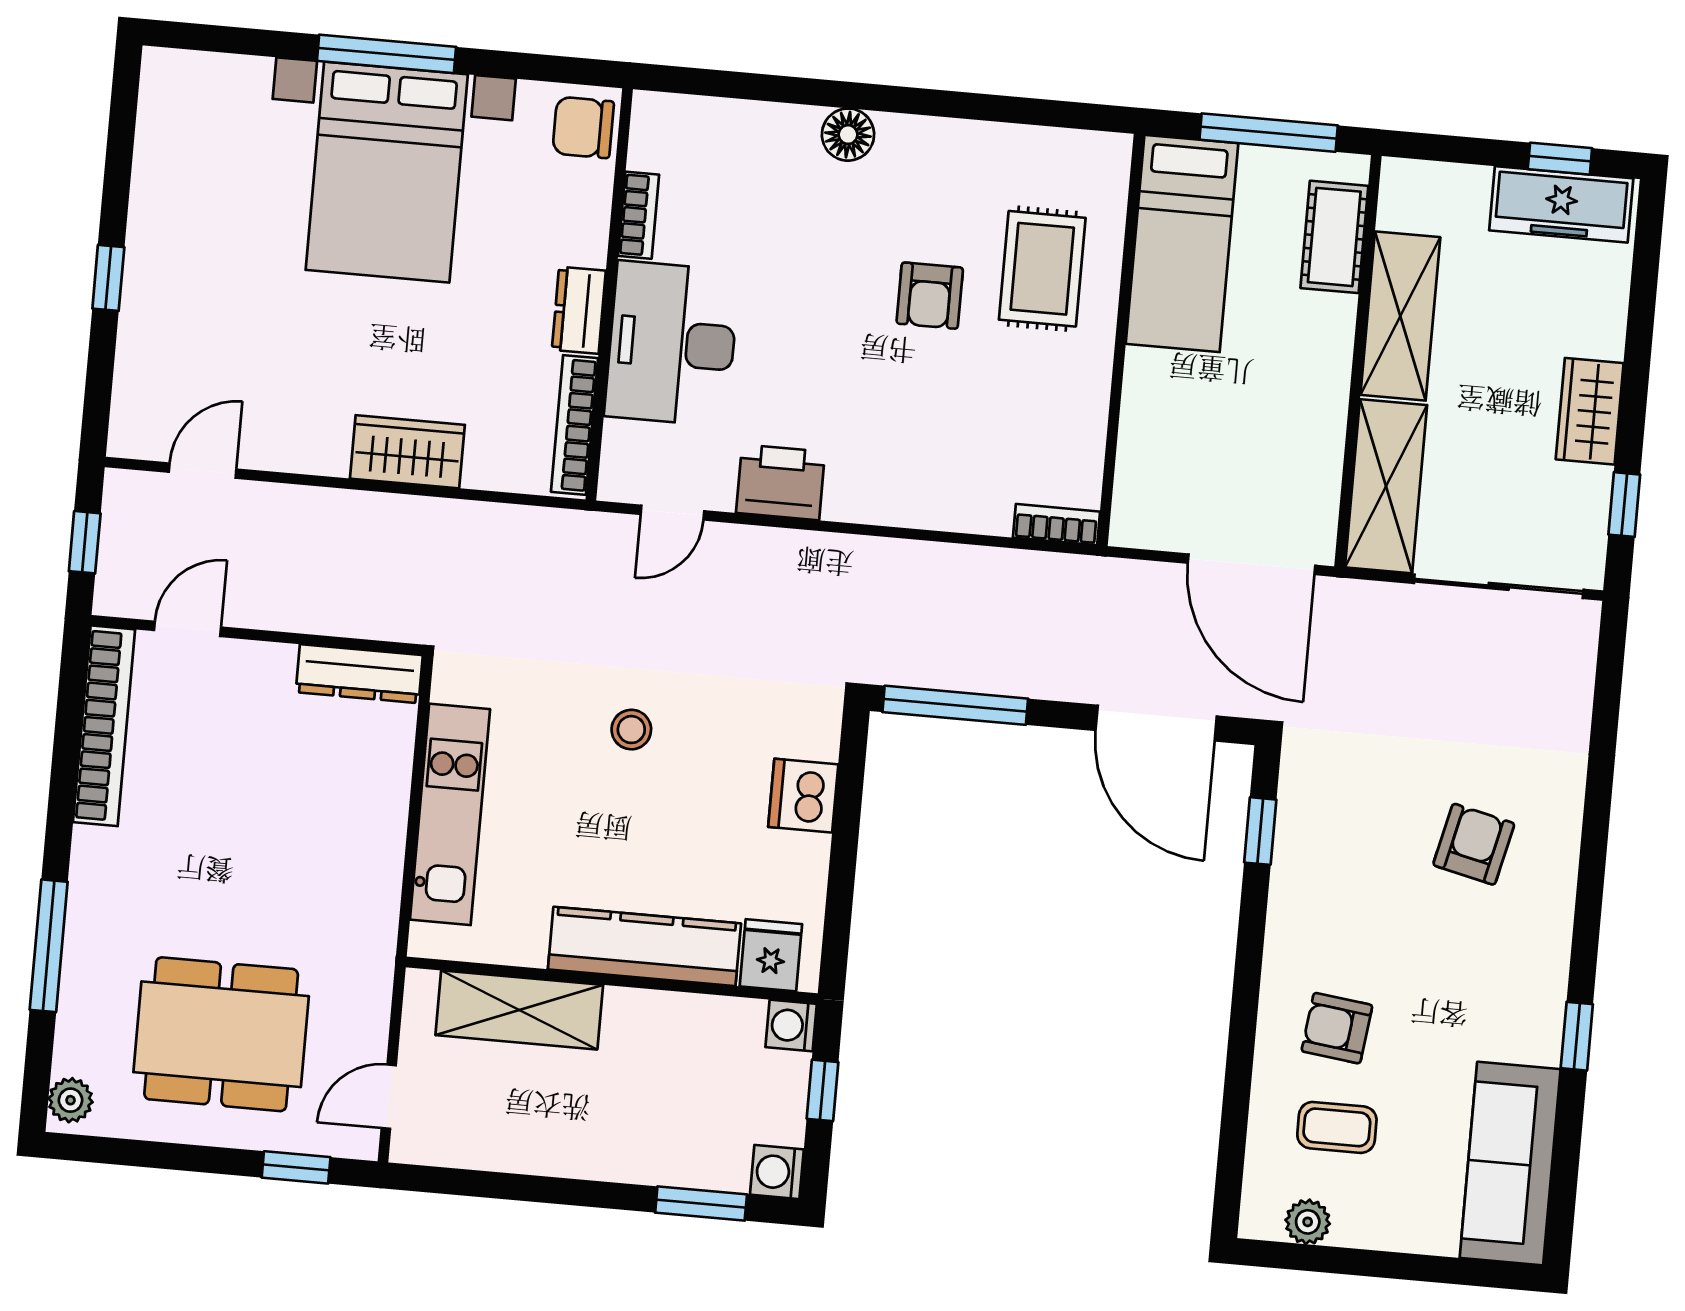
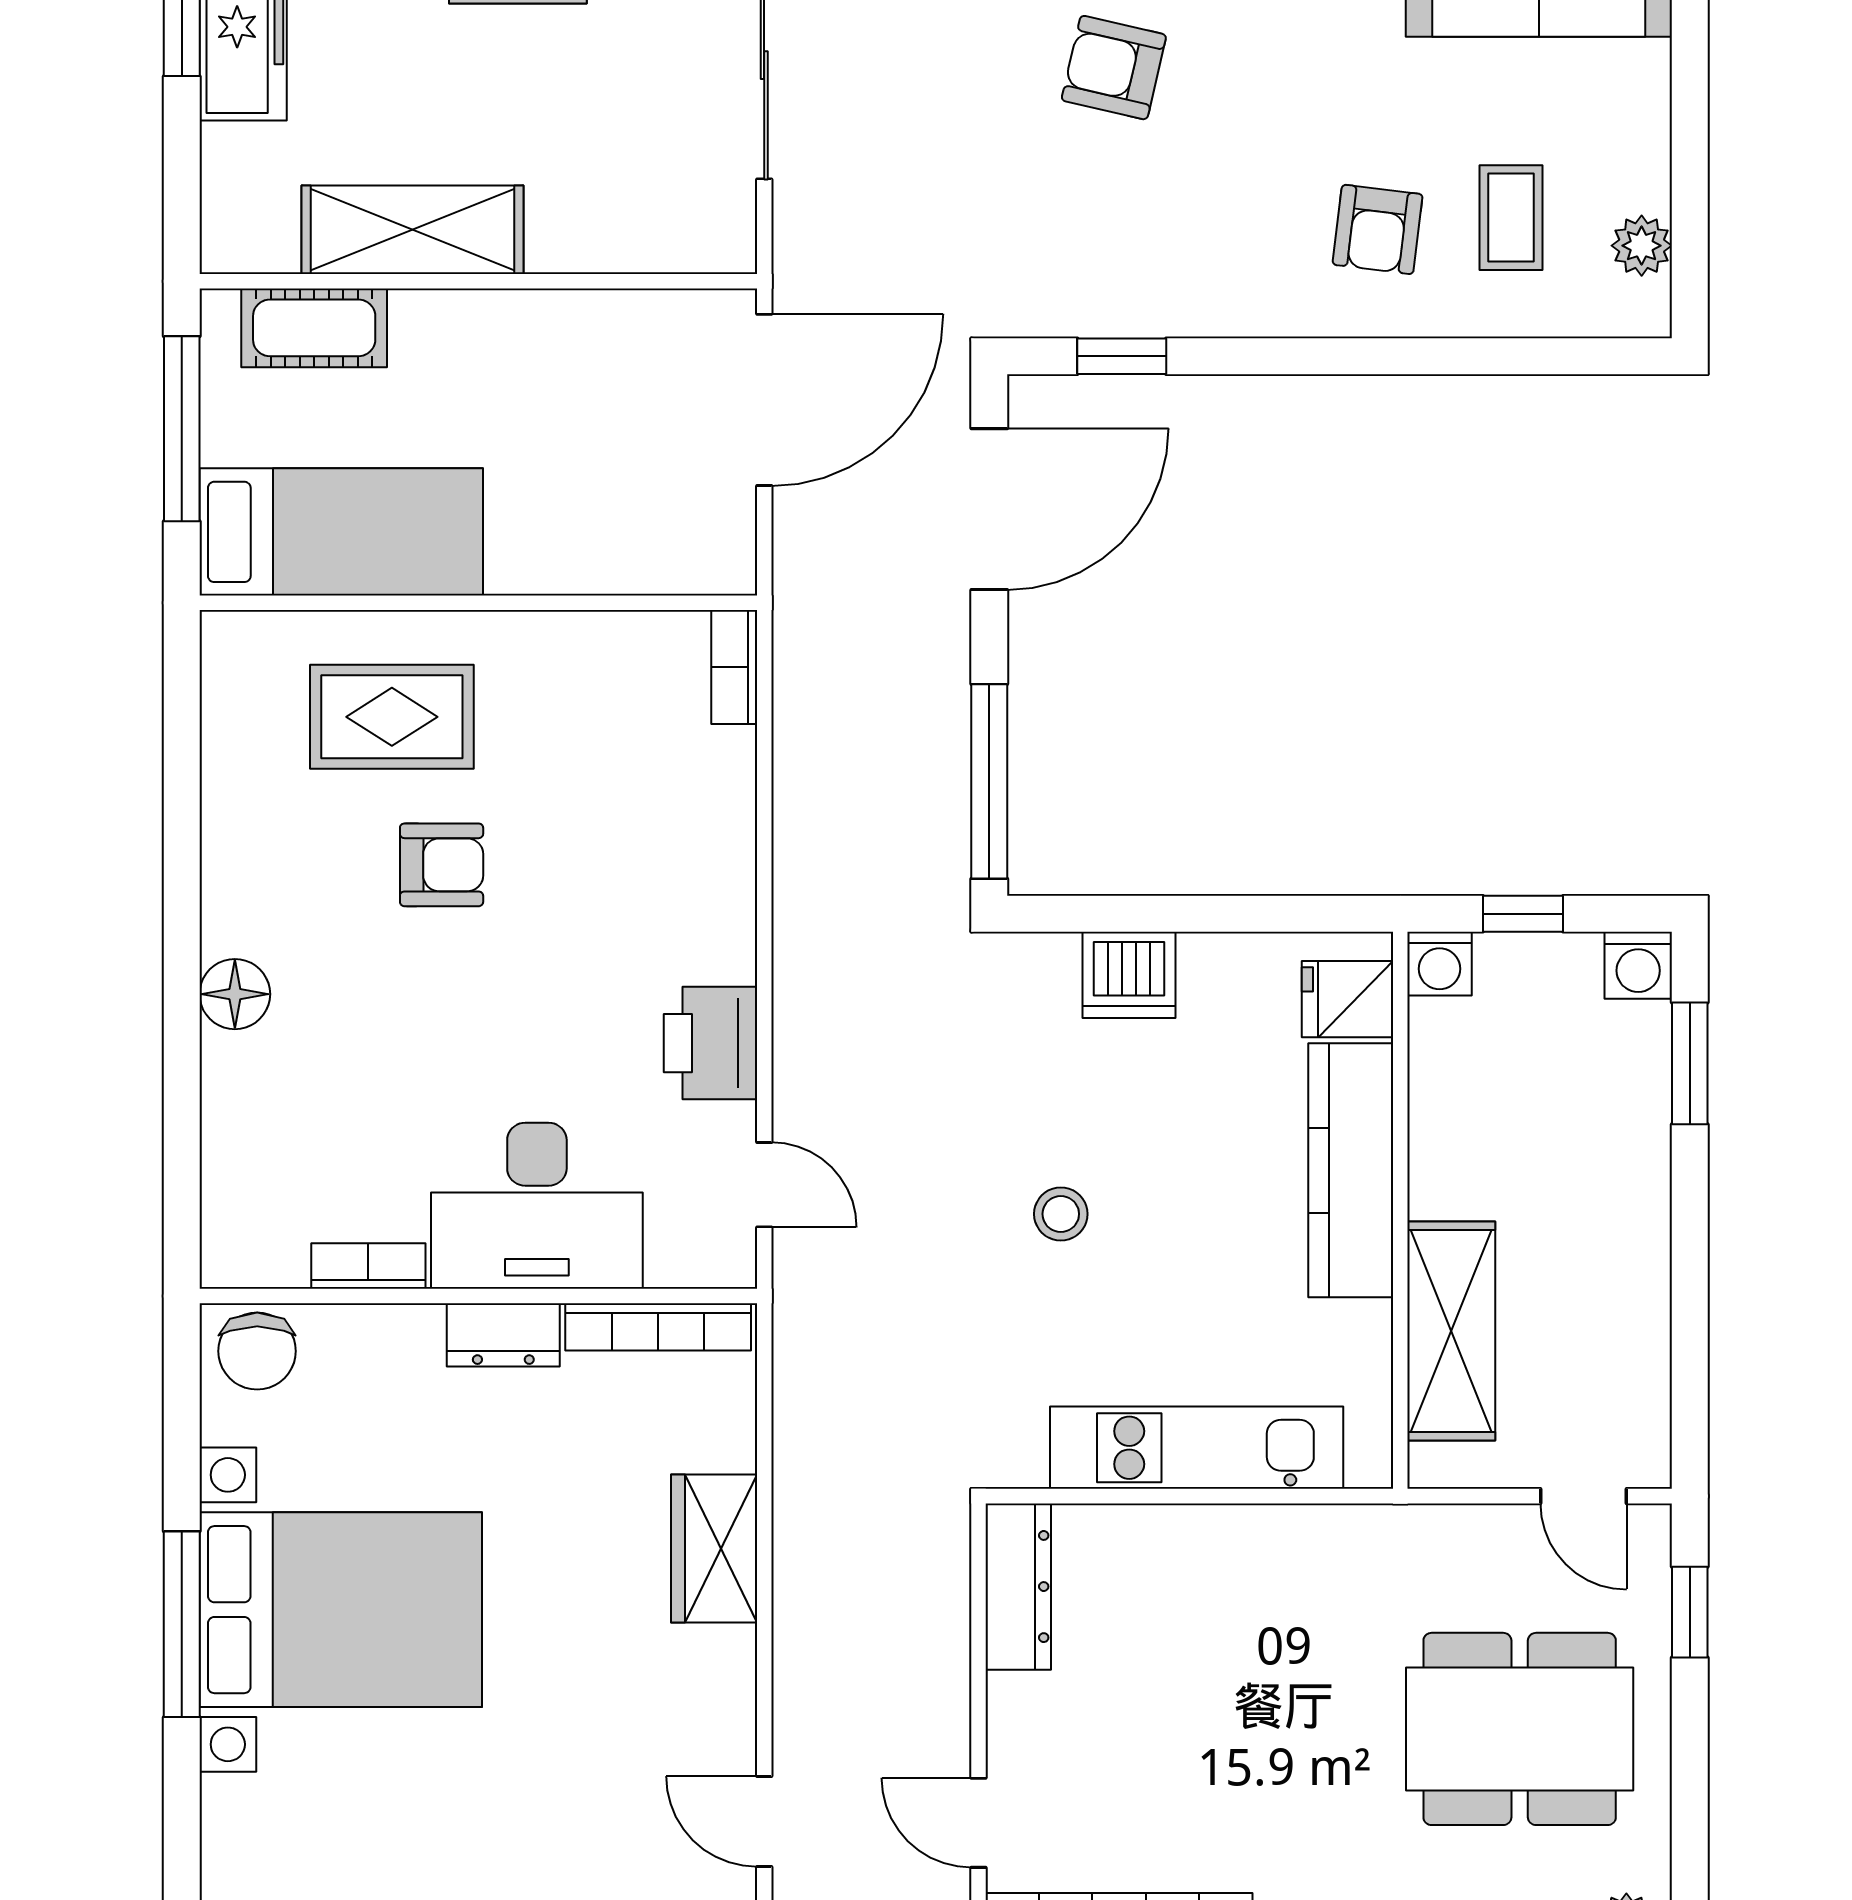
shelving: (1386, 486) -> (643, 228), removed
dining table: (221, 1034) -> (1520, 1729), turned 90

